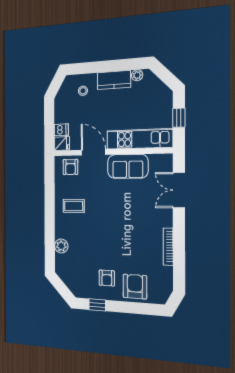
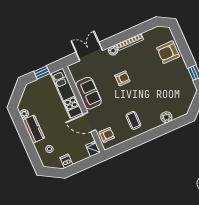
dishwasher: (61, 130) -> (66, 161), moved
door: (93, 152) -> (89, 122), hinge flipped
double door: (179, 190) -> (89, 51), swing flipped
plant: (167, 220) -> (113, 51), added
armchair: (107, 278) -> (122, 78), moved

